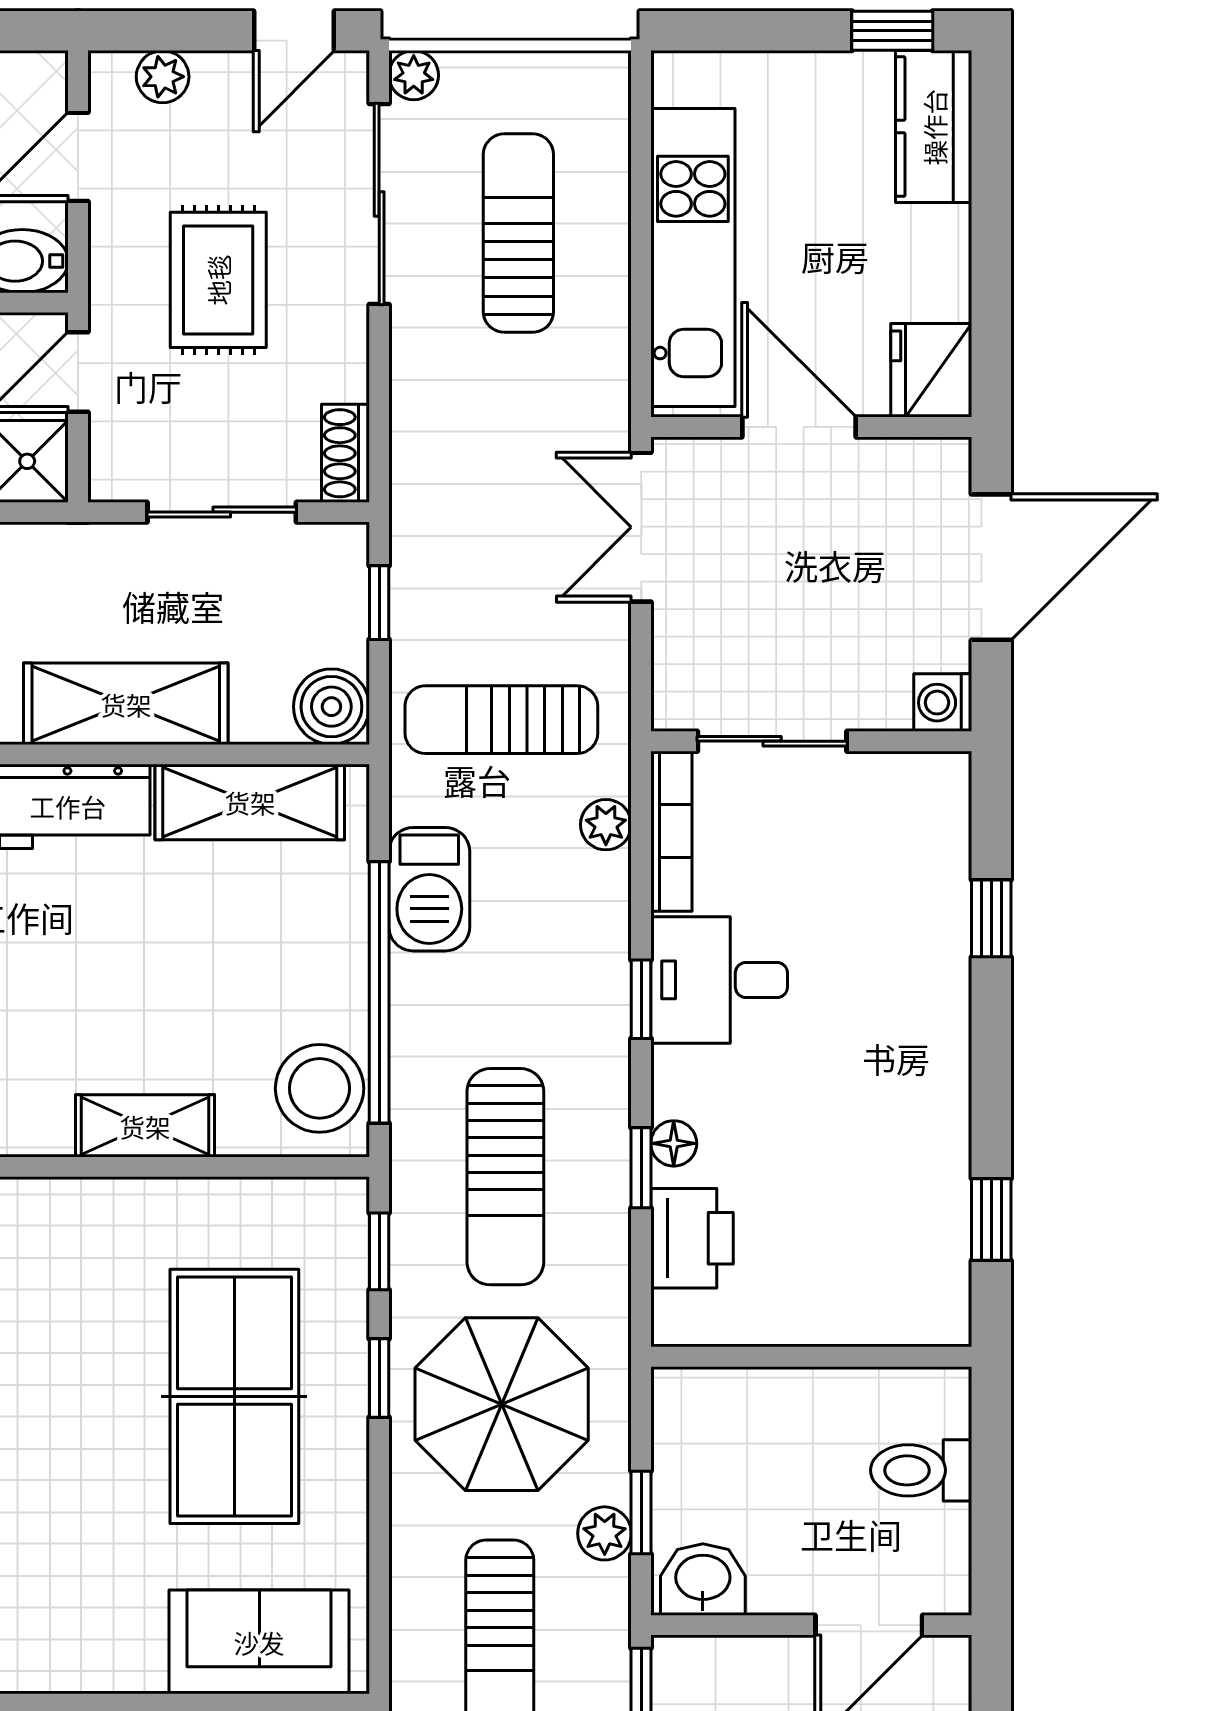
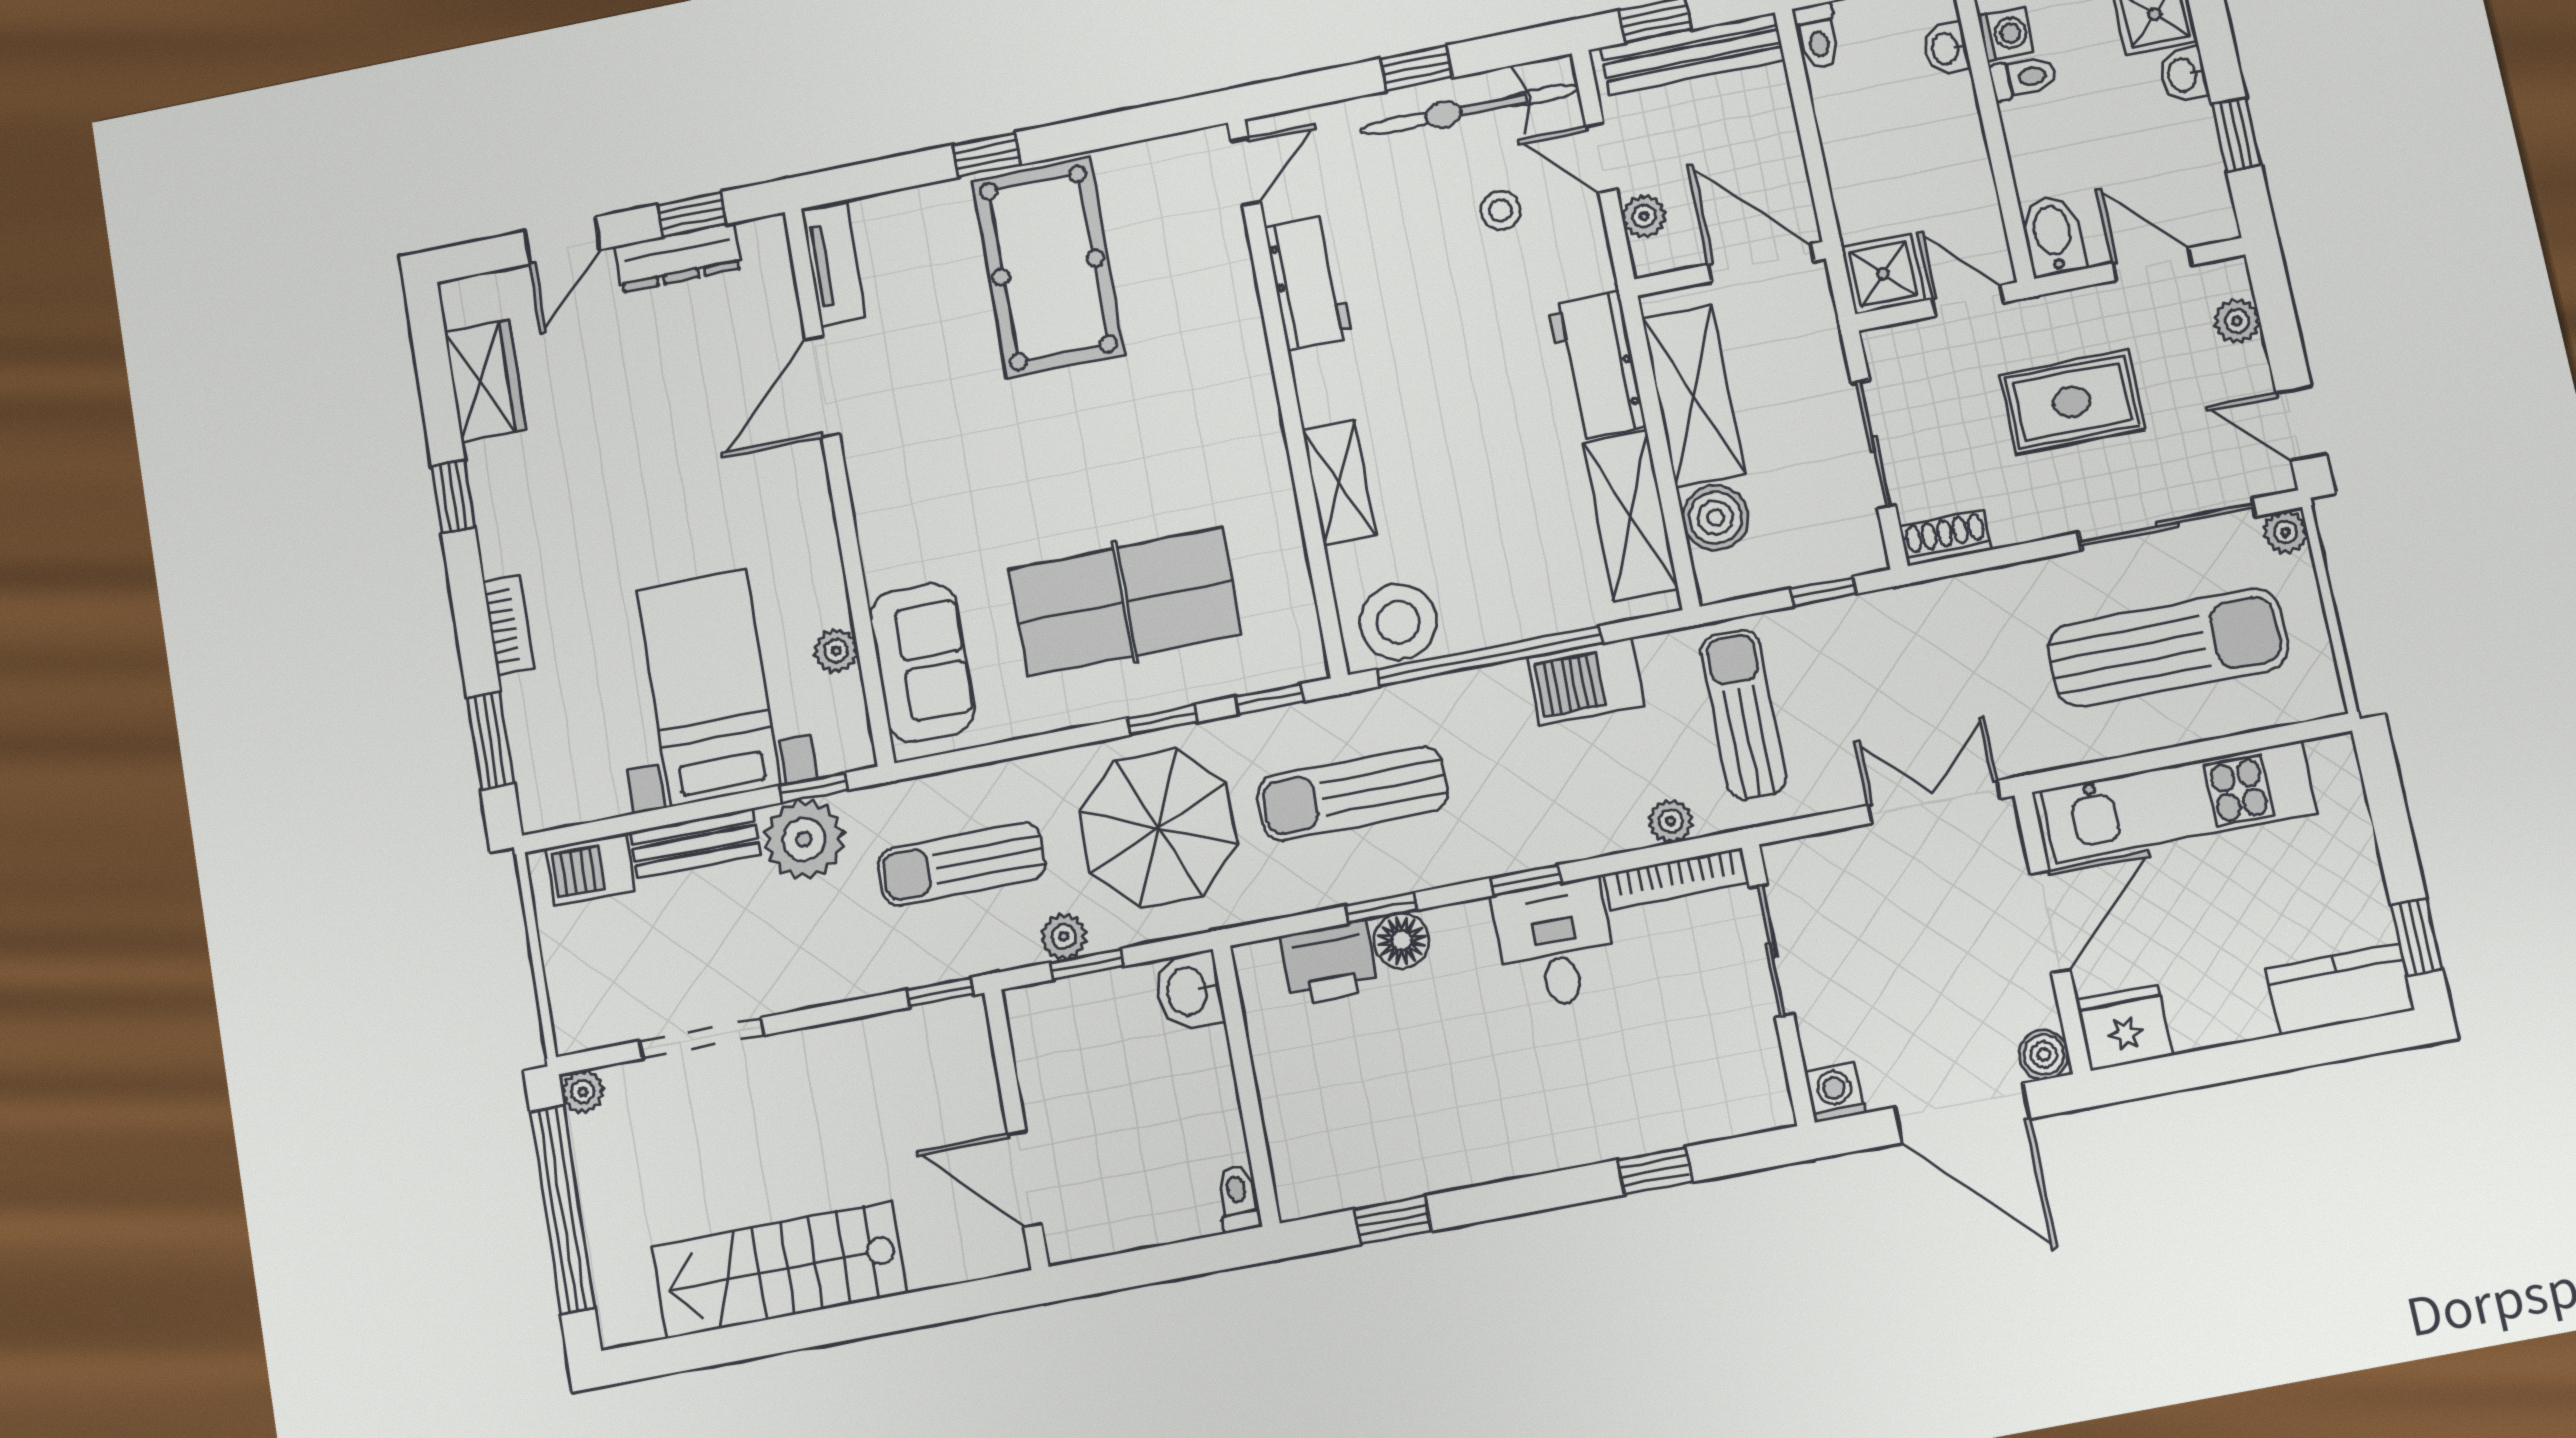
sun lounger: (518, 233) -> (2168, 648), width x1.36, depth x1.34
boiler: (944, 464) -> (2044, 1055), added
boiler: (331, 707) -> (1715, 518), moved
floor lamp: (674, 1143) -> (1402, 941), width x1.37, depth x1.37
toilet: (921, 1470) -> (1238, 1198), moved, width x0.73, depth x0.72
washbasin: (703, 1580) -> (1189, 991), moved, turned 180

